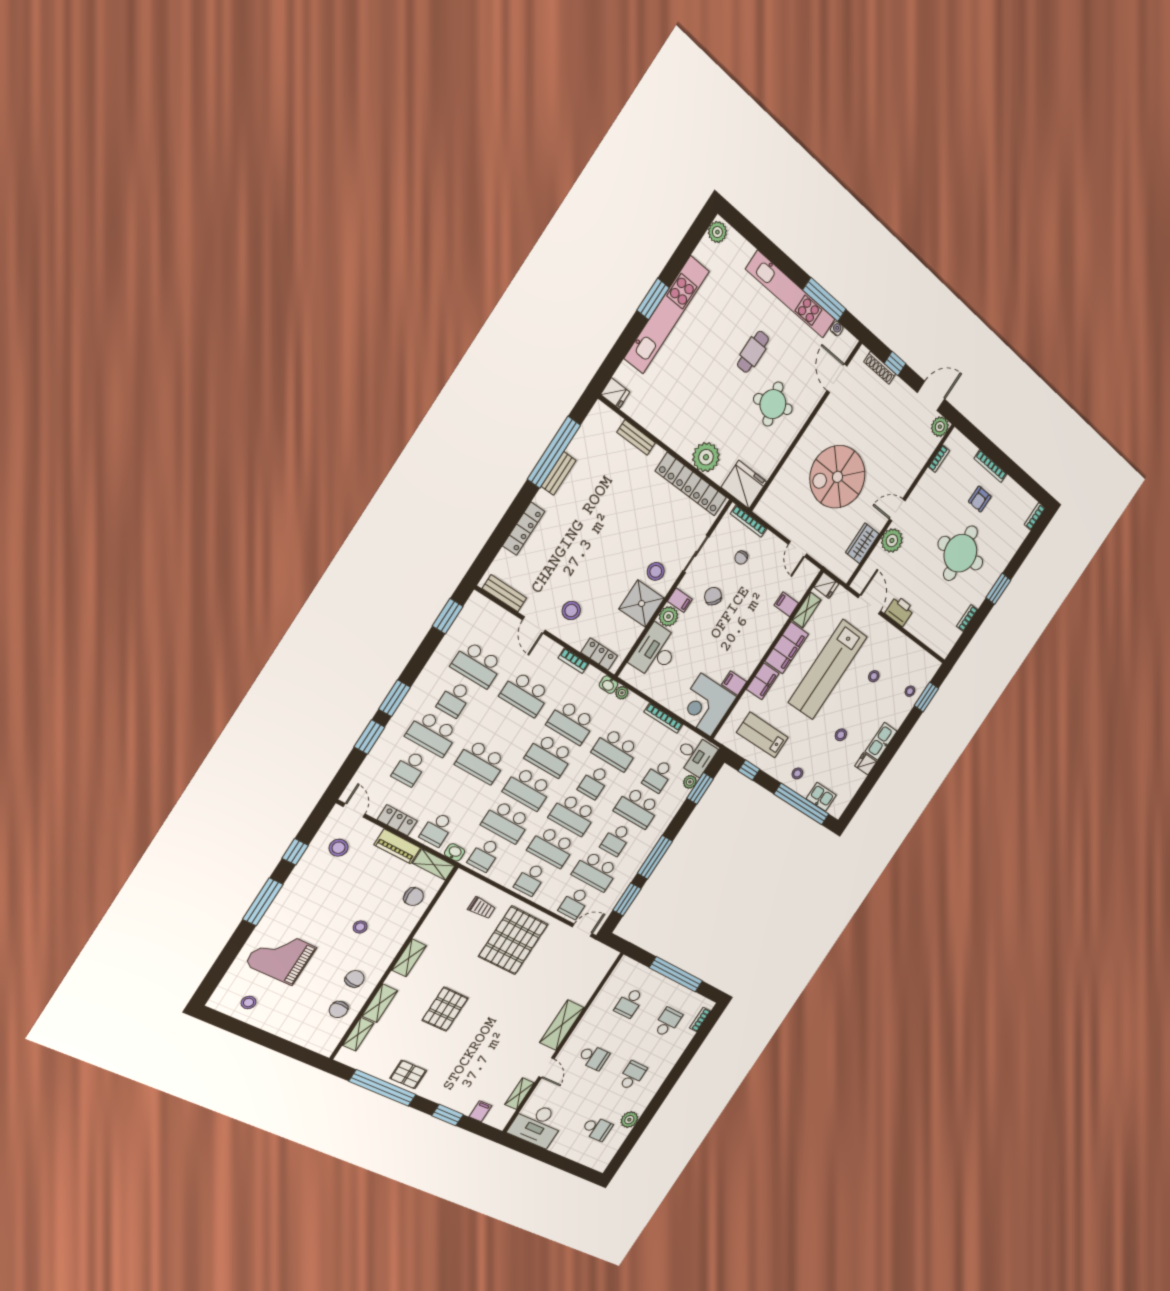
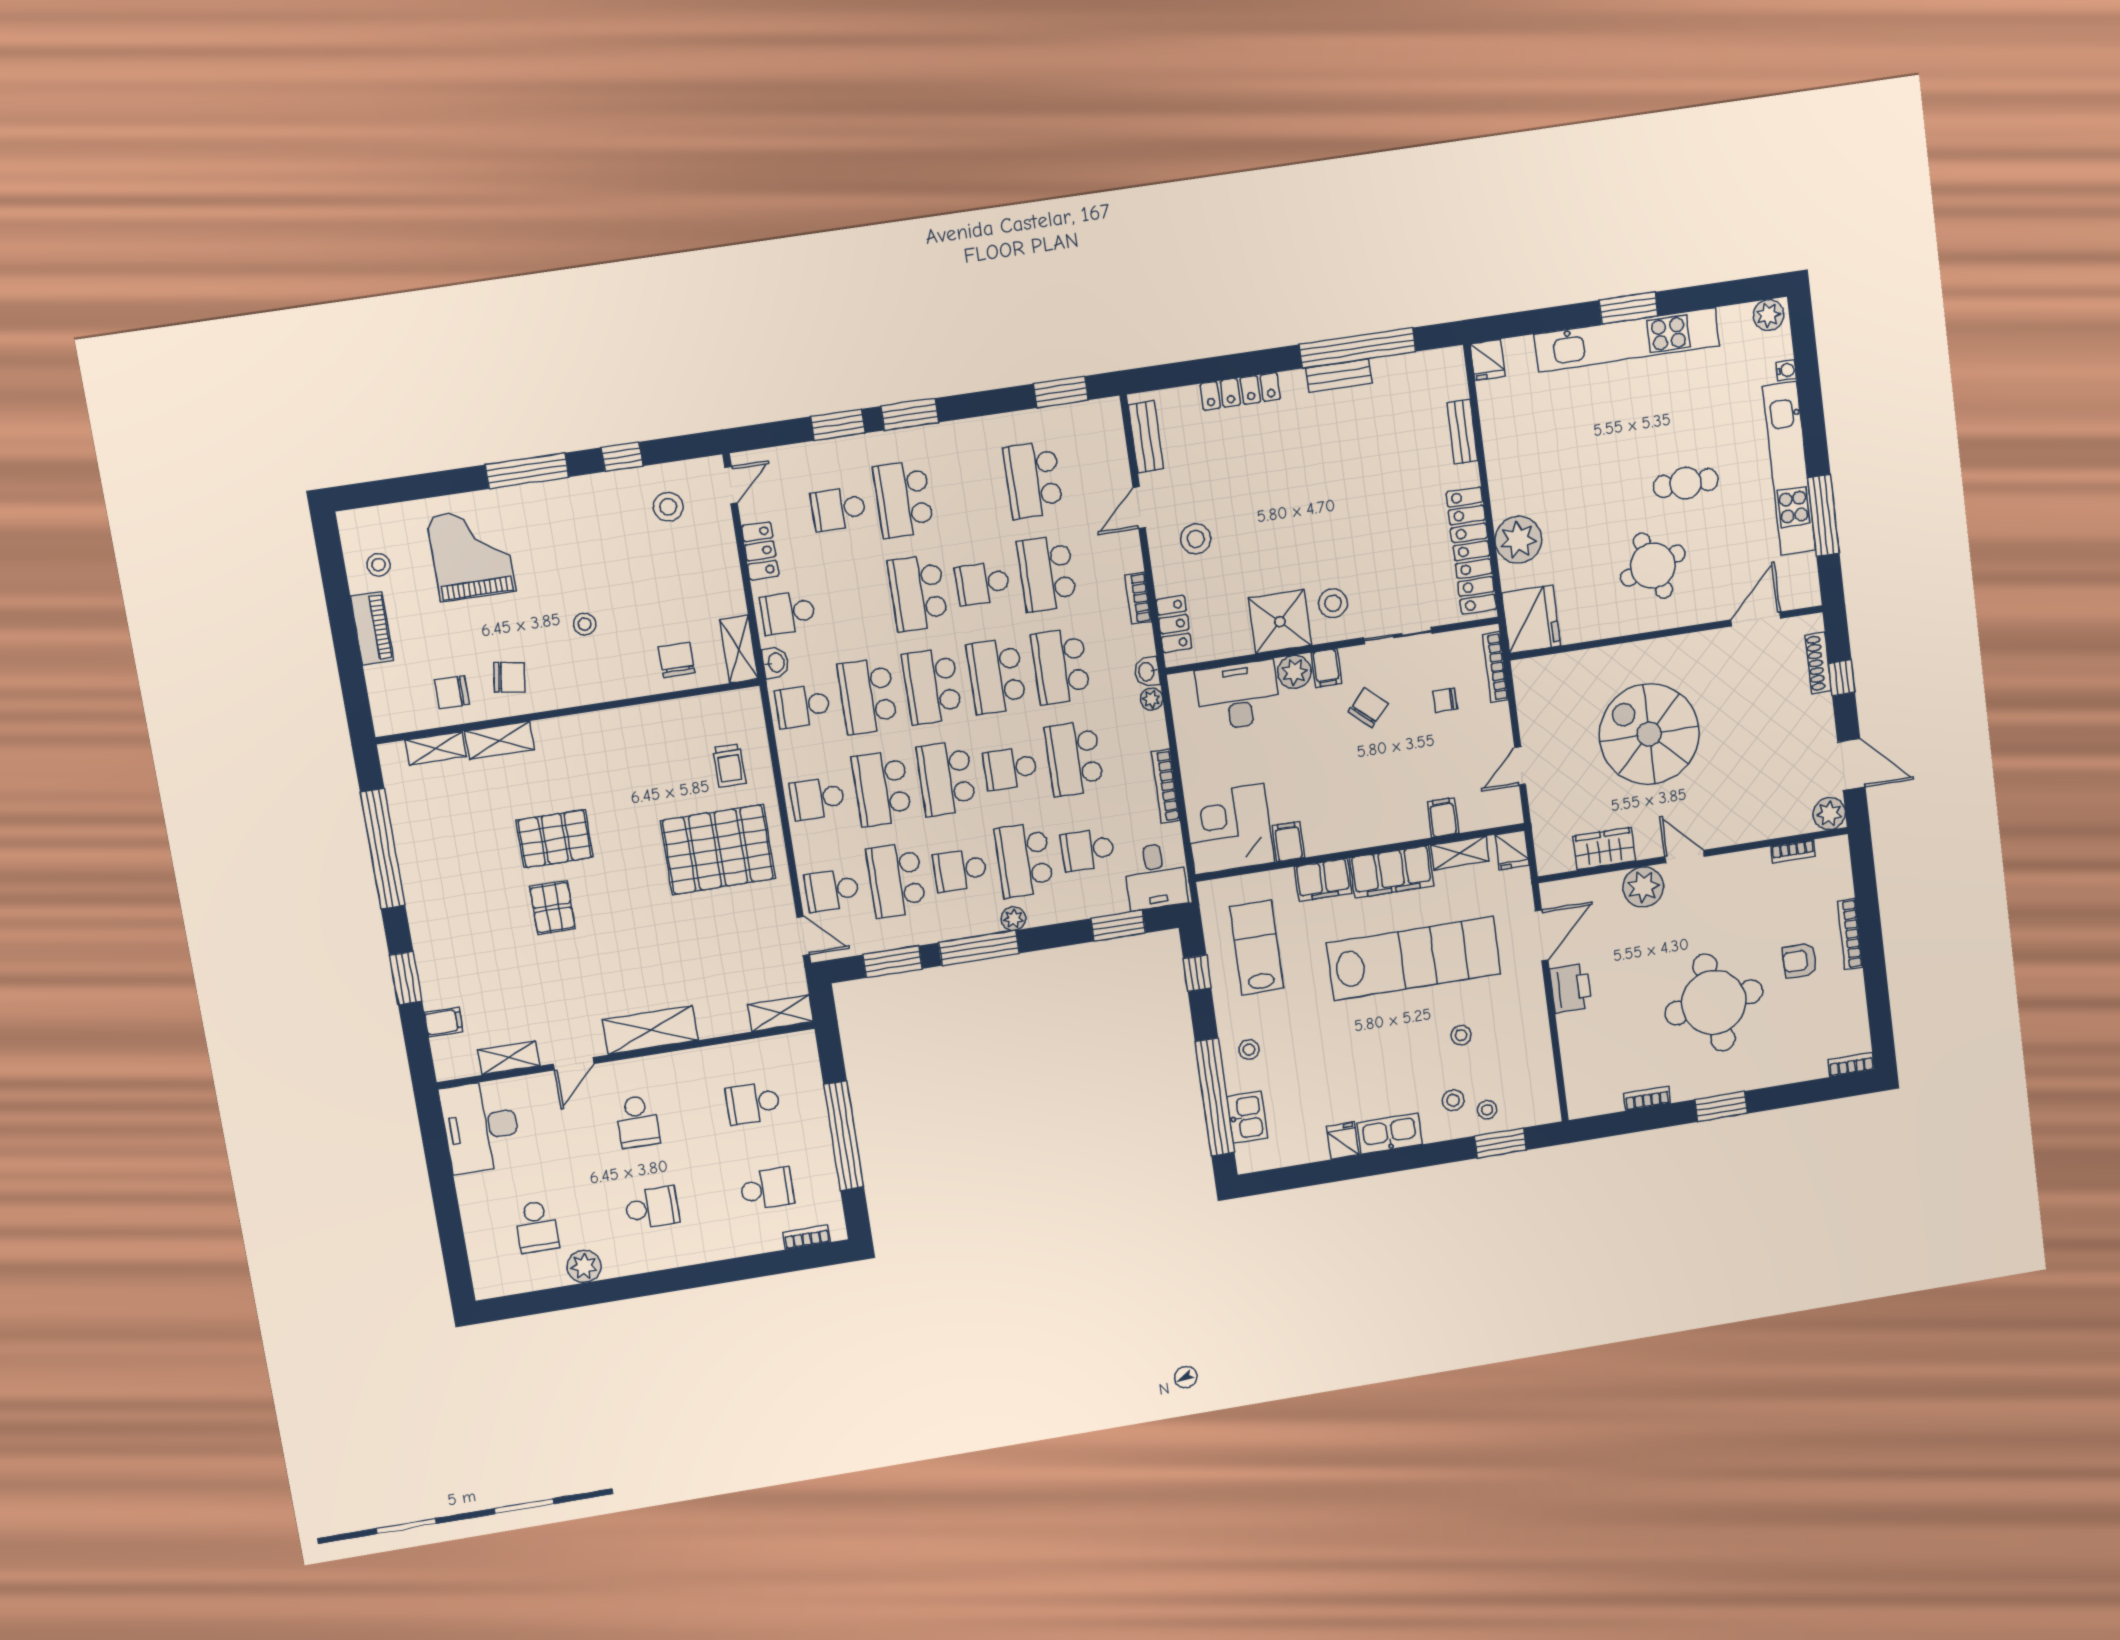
water cooler: (837, 329) -> (1786, 370), moved
lab bench: (828, 670) -> (1414, 959), turned 180
school desk: (455, 699) -> (982, 583), moved
stool: (841, 735) -> (1453, 1100), moved
plant: (690, 782) -> (1013, 919), moved
piano: (397, 846) -> (372, 628), moved, turned 180
chair: (414, 897) -> (677, 660), turned 180
shelving: (409, 958) -> (781, 1013), moved
pallet: (408, 1074) -> (552, 908), moved

